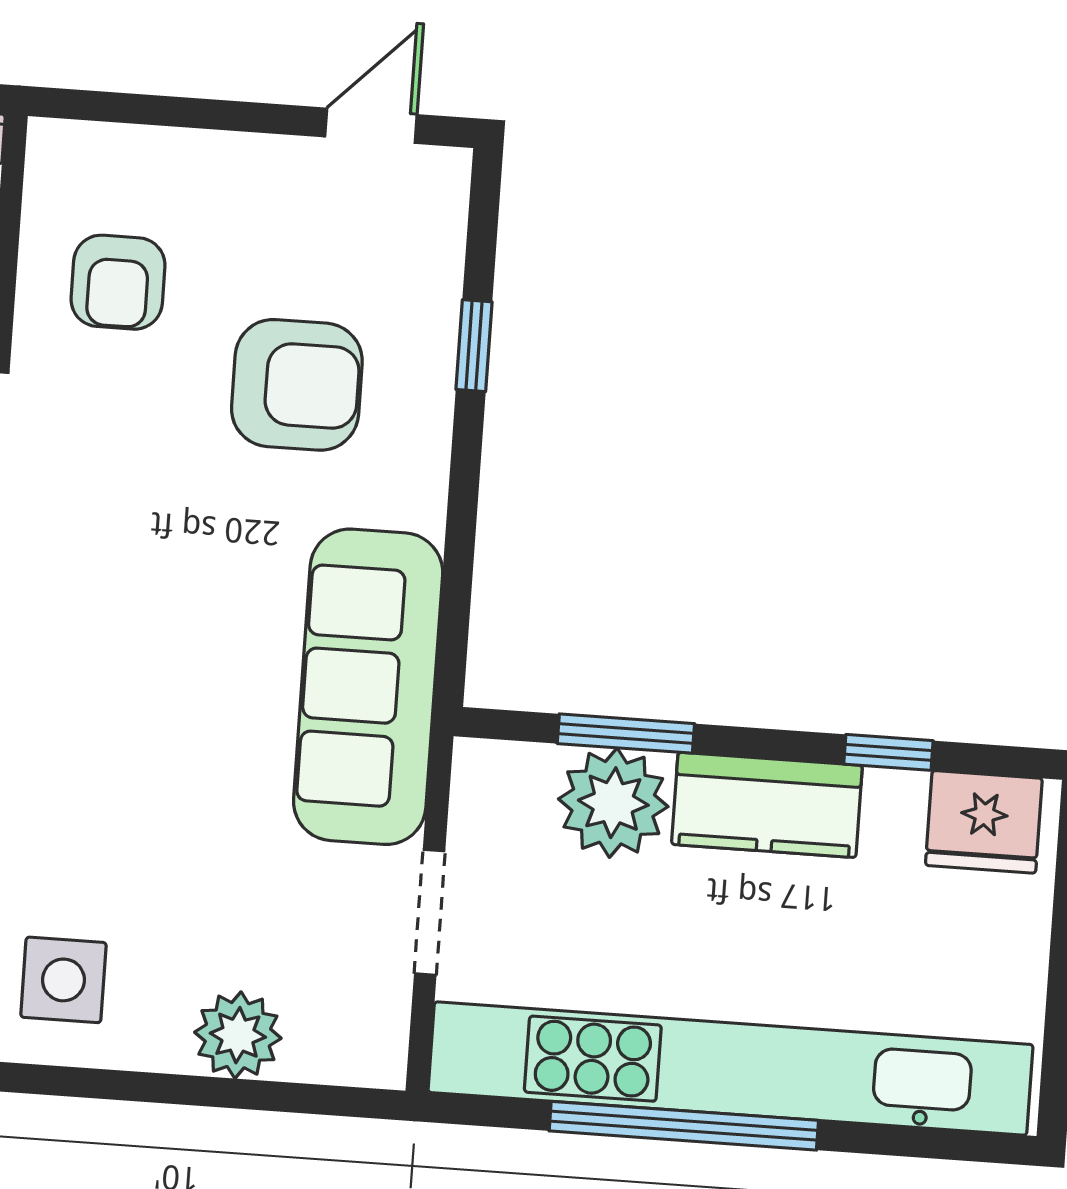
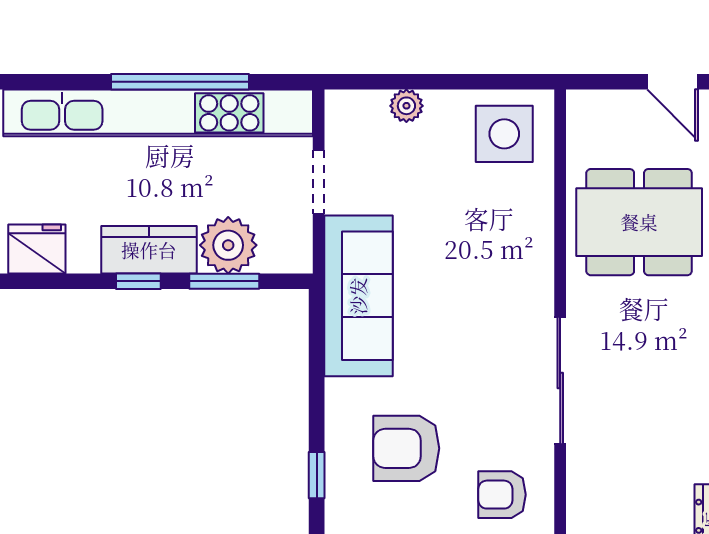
armchair: (118, 282) -> (502, 495), turned -90
window: (888, 752) -> (138, 281), moved
side table: (63, 980) -> (504, 134), width x1.37, depth x1.37
plant: (238, 1035) -> (406, 106), width x0.73, depth x0.73

